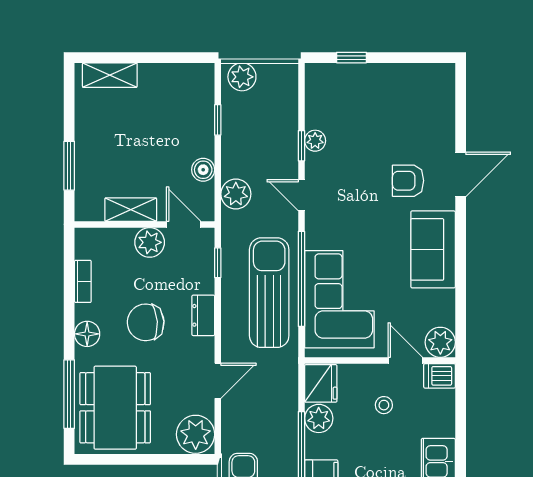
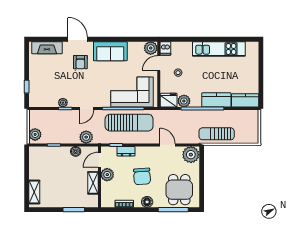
fireplace: (441, 104) -> (47, 48), added
sun lounger: (269, 293) -> (129, 123), turned 180
dresser: (203, 315) -> (126, 151), moved
dining table: (115, 408) -> (179, 190), width x0.73

